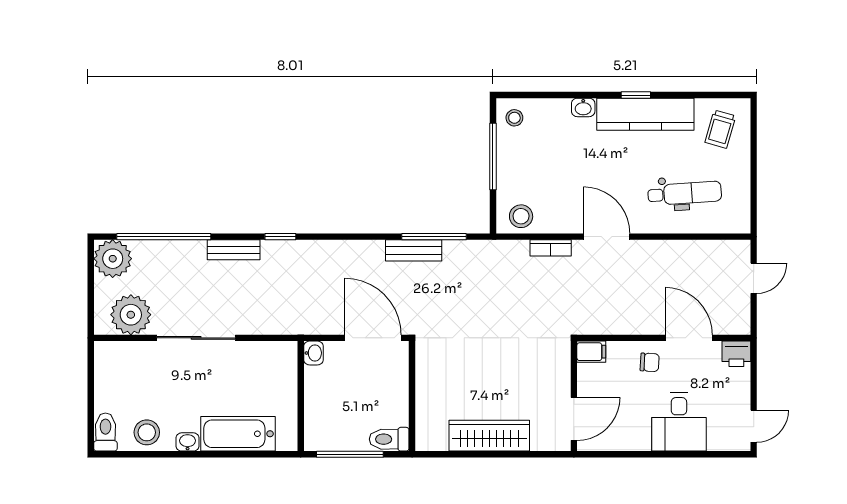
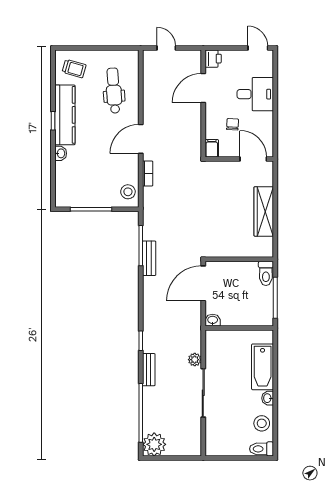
stool: (514, 118) -> (67, 196), removed
plant: (131, 315) -> (195, 360), moved, width x0.53, depth x0.53
chair: (650, 362) -> (233, 124), moved

